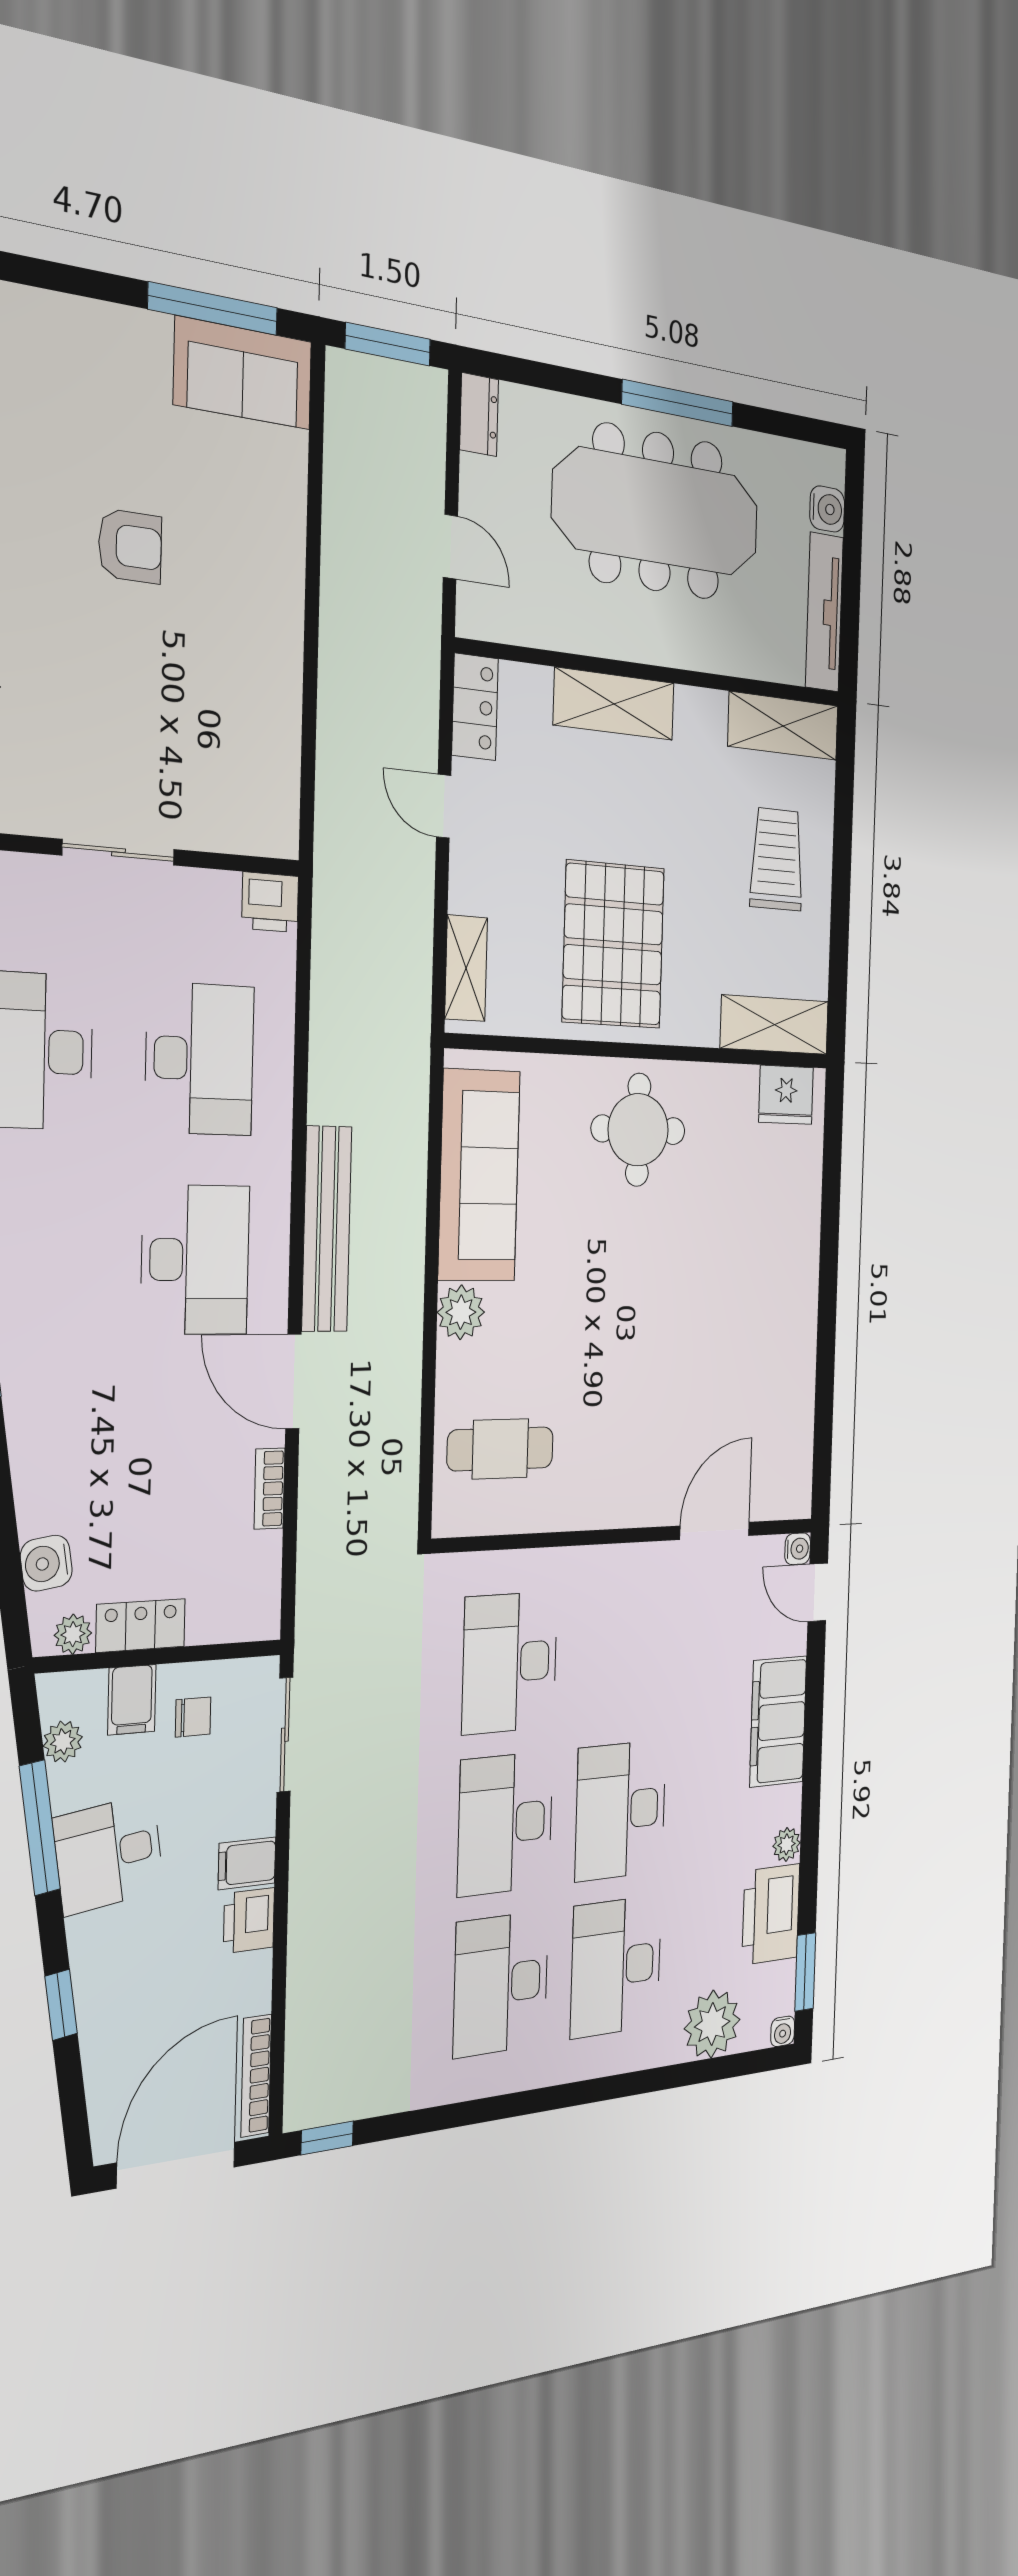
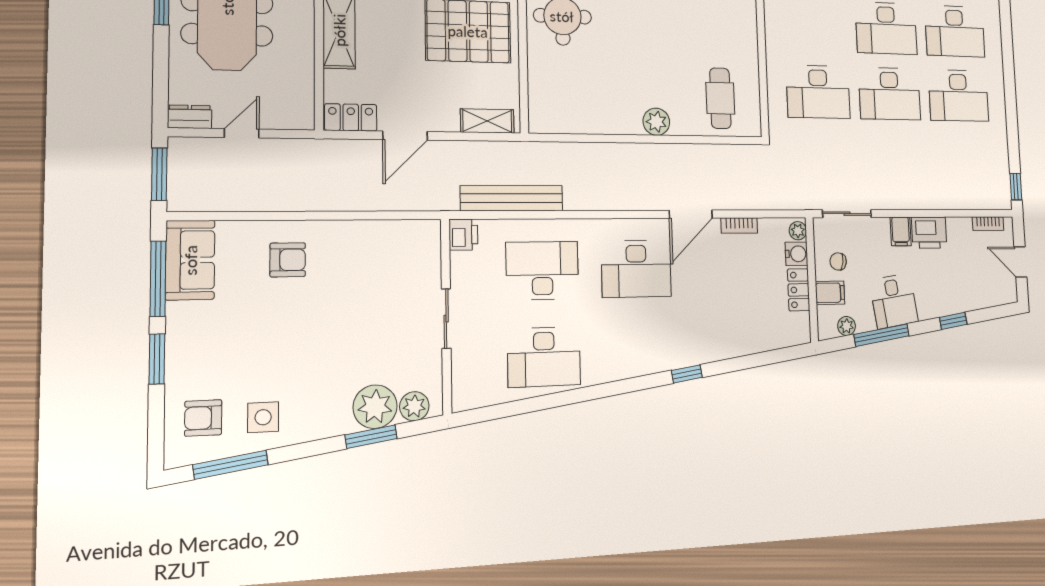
window: (72, 280) -> (157, 359), added
armchair: (130, 546) -> (288, 260), moved, turned 90
door: (450, 547) -> (242, 133), moved
door: (444, 806) -> (405, 136), width x1.38
sofa: (479, 1175) -> (590, 112), removed
bench: (327, 1229) -> (512, 198), moved
desk: (195, 1260) -> (636, 269), turned 180
water cooler: (46, 1563) -> (796, 254), moved, turned -82
plant: (73, 1634) -> (798, 231), moved
chair: (193, 1717) -> (838, 261), turned -82
printer: (249, 1920) -> (929, 233), width x1.36, depth x1.24
bookcase: (256, 2076) -> (988, 224), width x0.64
door: (176, 2165) -> (1020, 262), width x0.53

